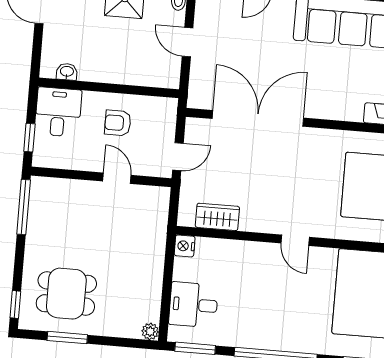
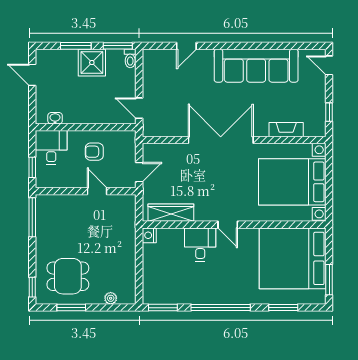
door: (188, 42) -> (139, 108), moved
double door: (258, 118) -> (221, 140), moved
wardrobe: (217, 217) -> (171, 213), width x1.50
desk: (193, 305) -> (200, 244), moved, turned 90
plant: (150, 331) -> (111, 298), moved

